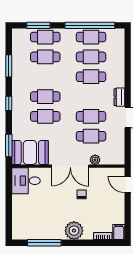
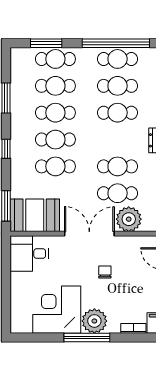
cafe table: (45, 77) -> (55, 113), added
plant: (95, 160) -> (129, 219), width x1.88, depth x1.88
double door: (70, 166) -> (89, 234), swing flipped
corner desk: (46, 222) -> (57, 310), added
window: (44, 243) -> (87, 338), moved

